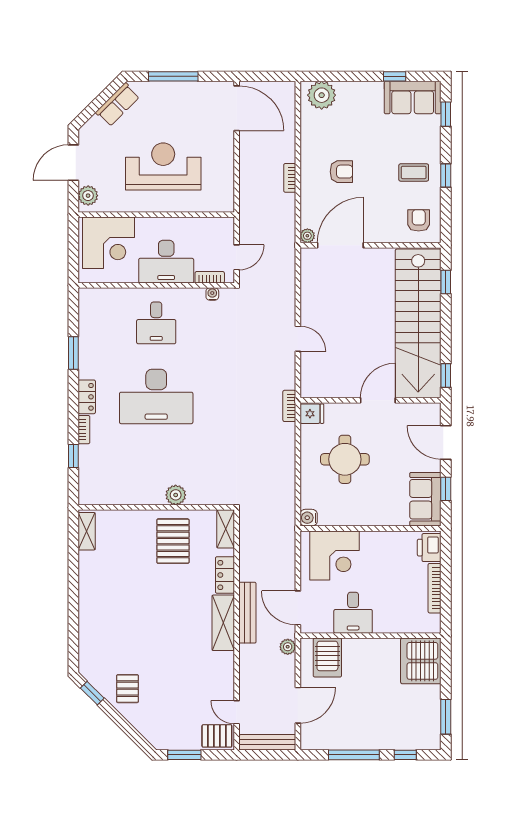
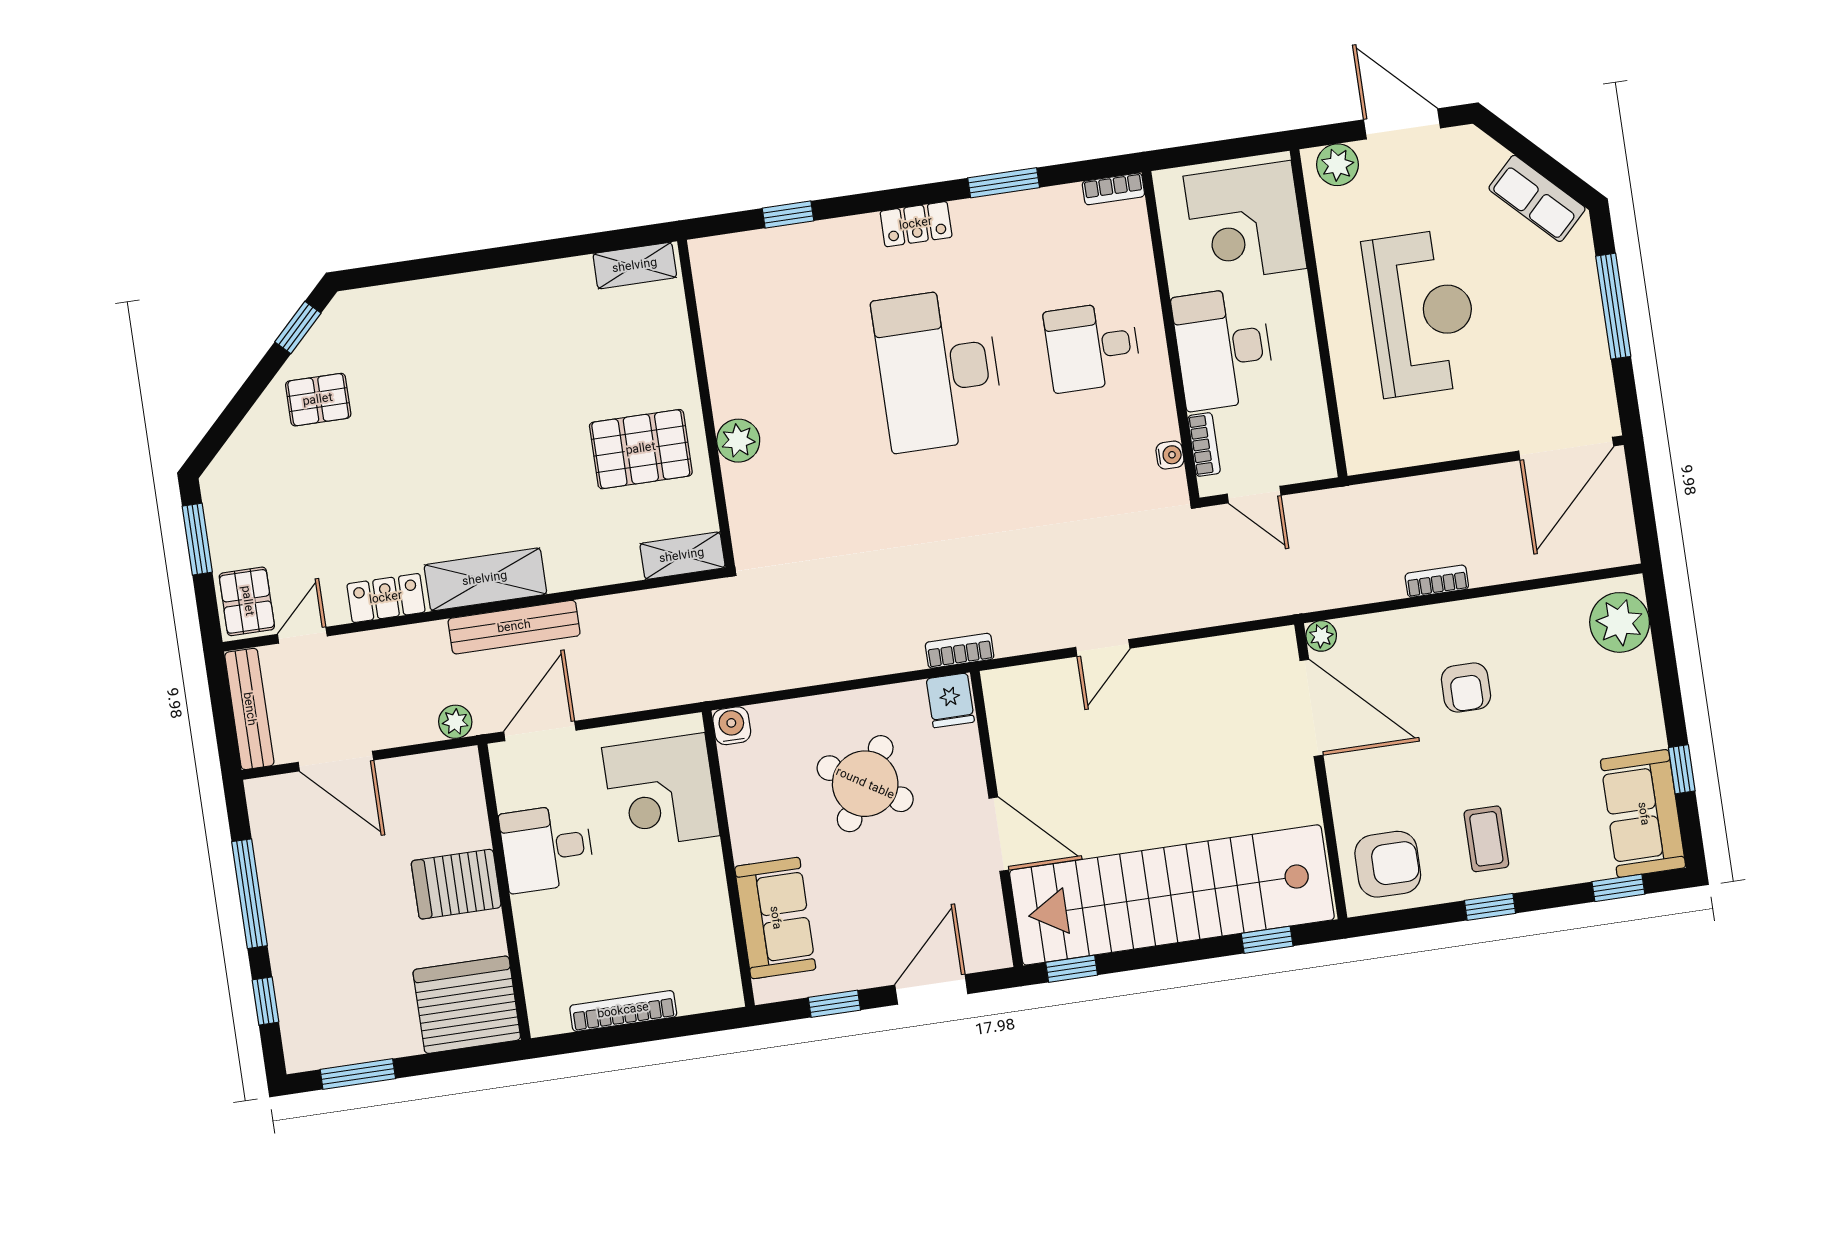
armchair: (419, 220) -> (1388, 864), width x1.38, depth x1.38
bookcase: (84, 430) -> (1113, 189), moved
round table: (345, 459) -> (865, 784), turned 32
sofa: (425, 499) -> (775, 918), moved, turned 90
printer: (429, 548) -> (707, 987), removed
locker: (225, 575) -> (386, 598), moved
server rack: (327, 658) -> (456, 884), moved

